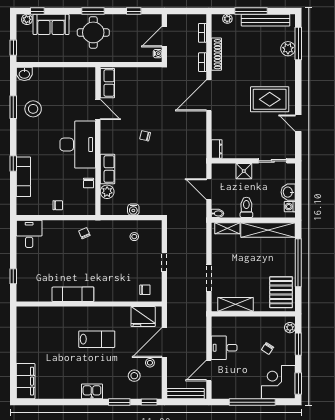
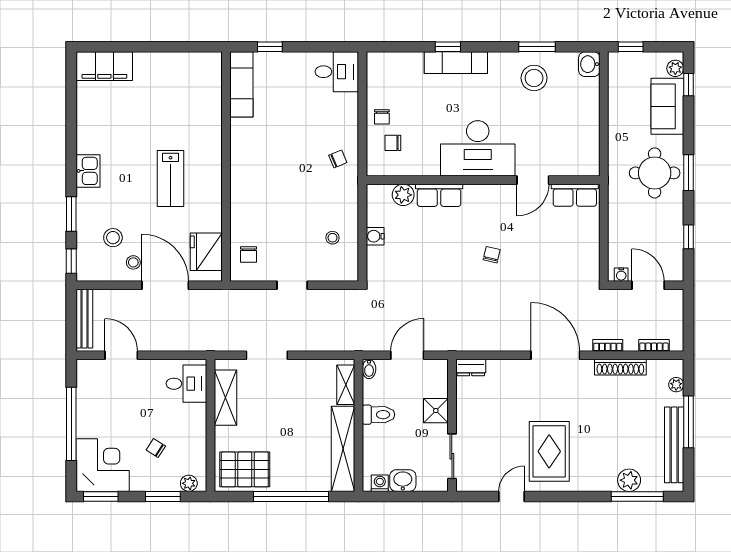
exam couch: (23, 177) -> (456, 63), moved
chair: (89, 183) -> (393, 143), moved
exam couch: (73, 294) -> (241, 84), moved
desk: (224, 348) -> (186, 384), moved, turned 90

